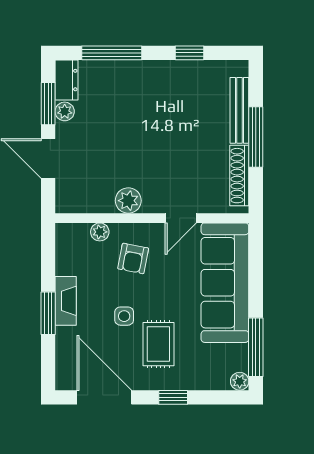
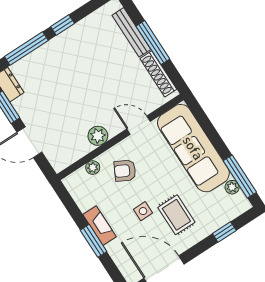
window: (189, 53) -> (63, 25), moved
plant: (65, 111) -> (20, 105), removed
door: (181, 218) -> (139, 125), swing flipped
armchair: (133, 258) -> (125, 171), turned 106
plant: (240, 381) -> (232, 187), moved
window: (173, 397) -> (224, 232), moved

